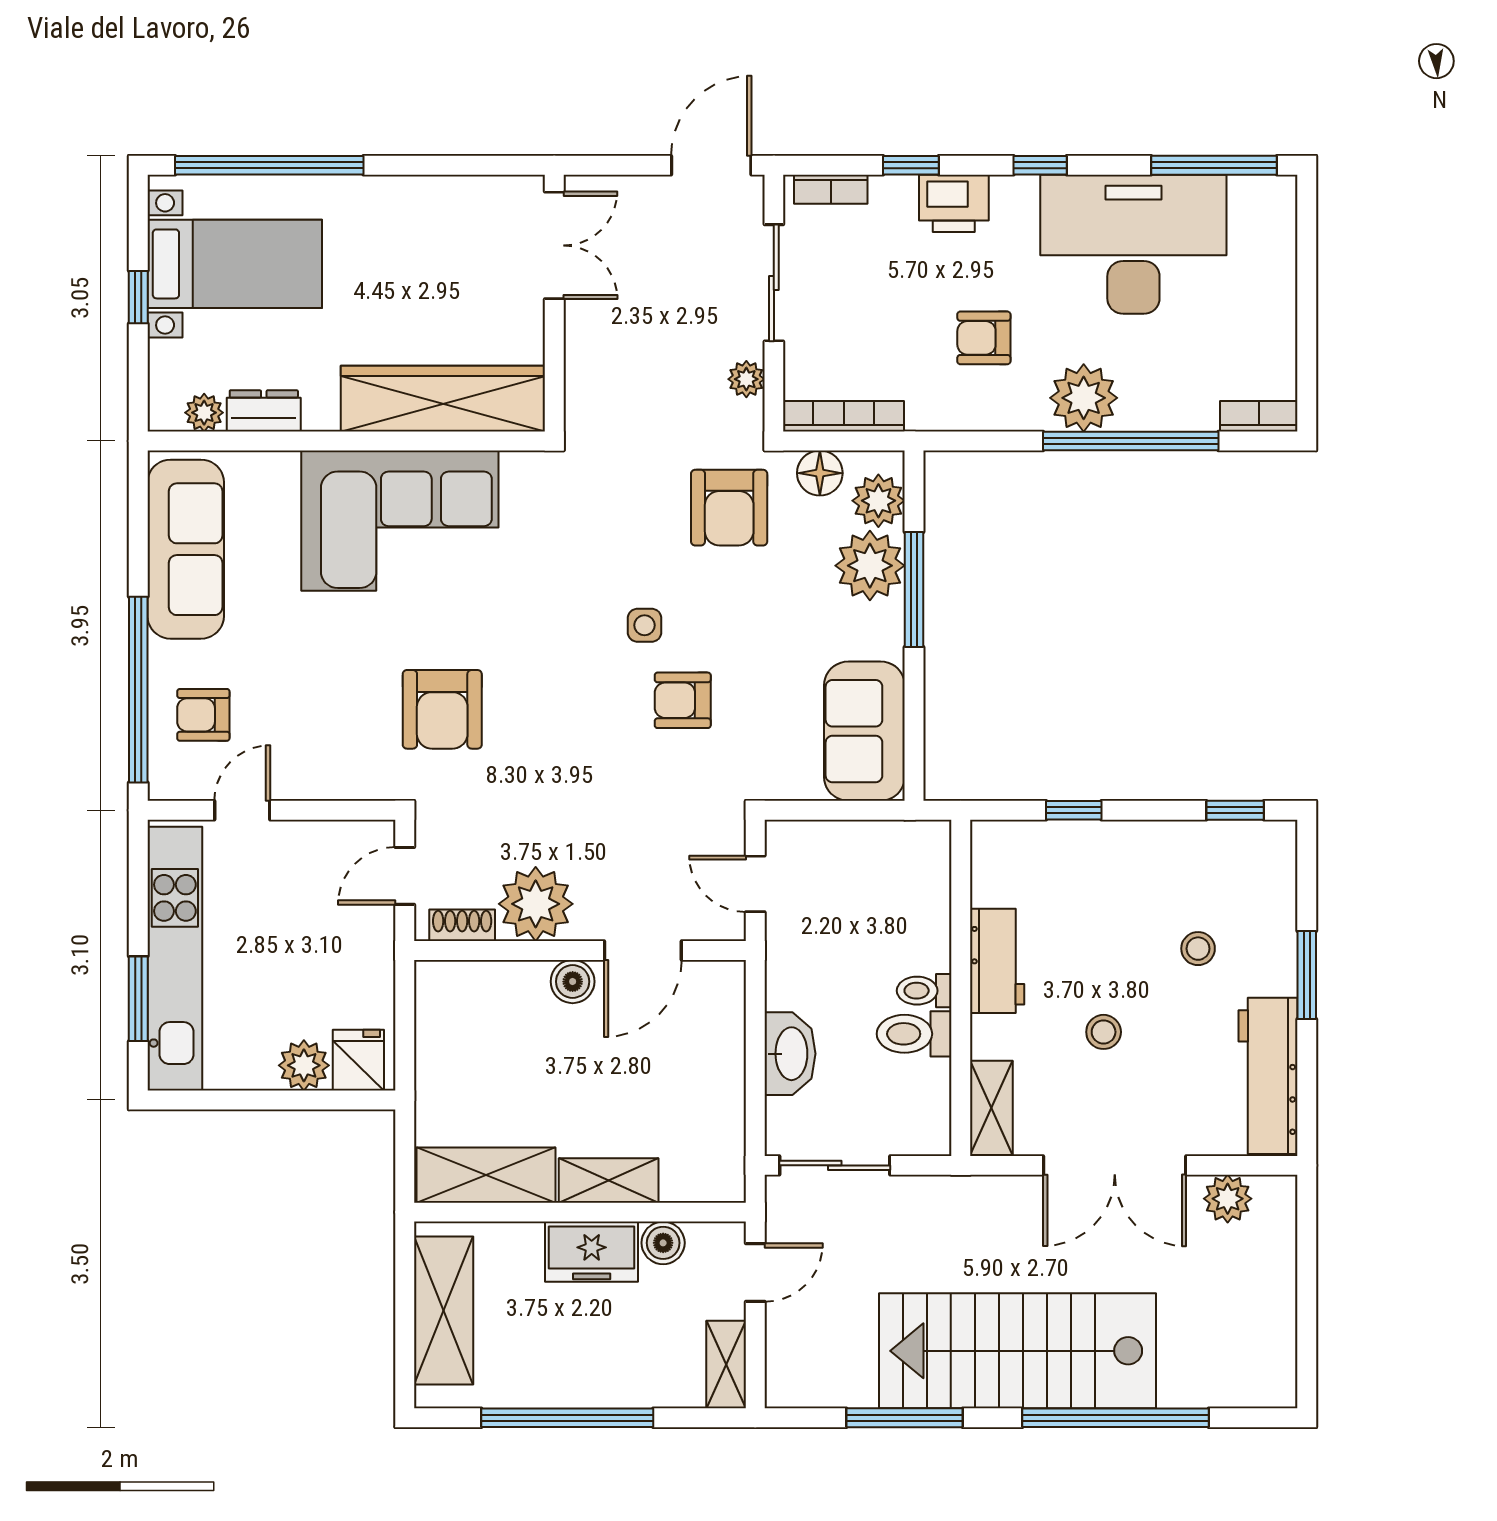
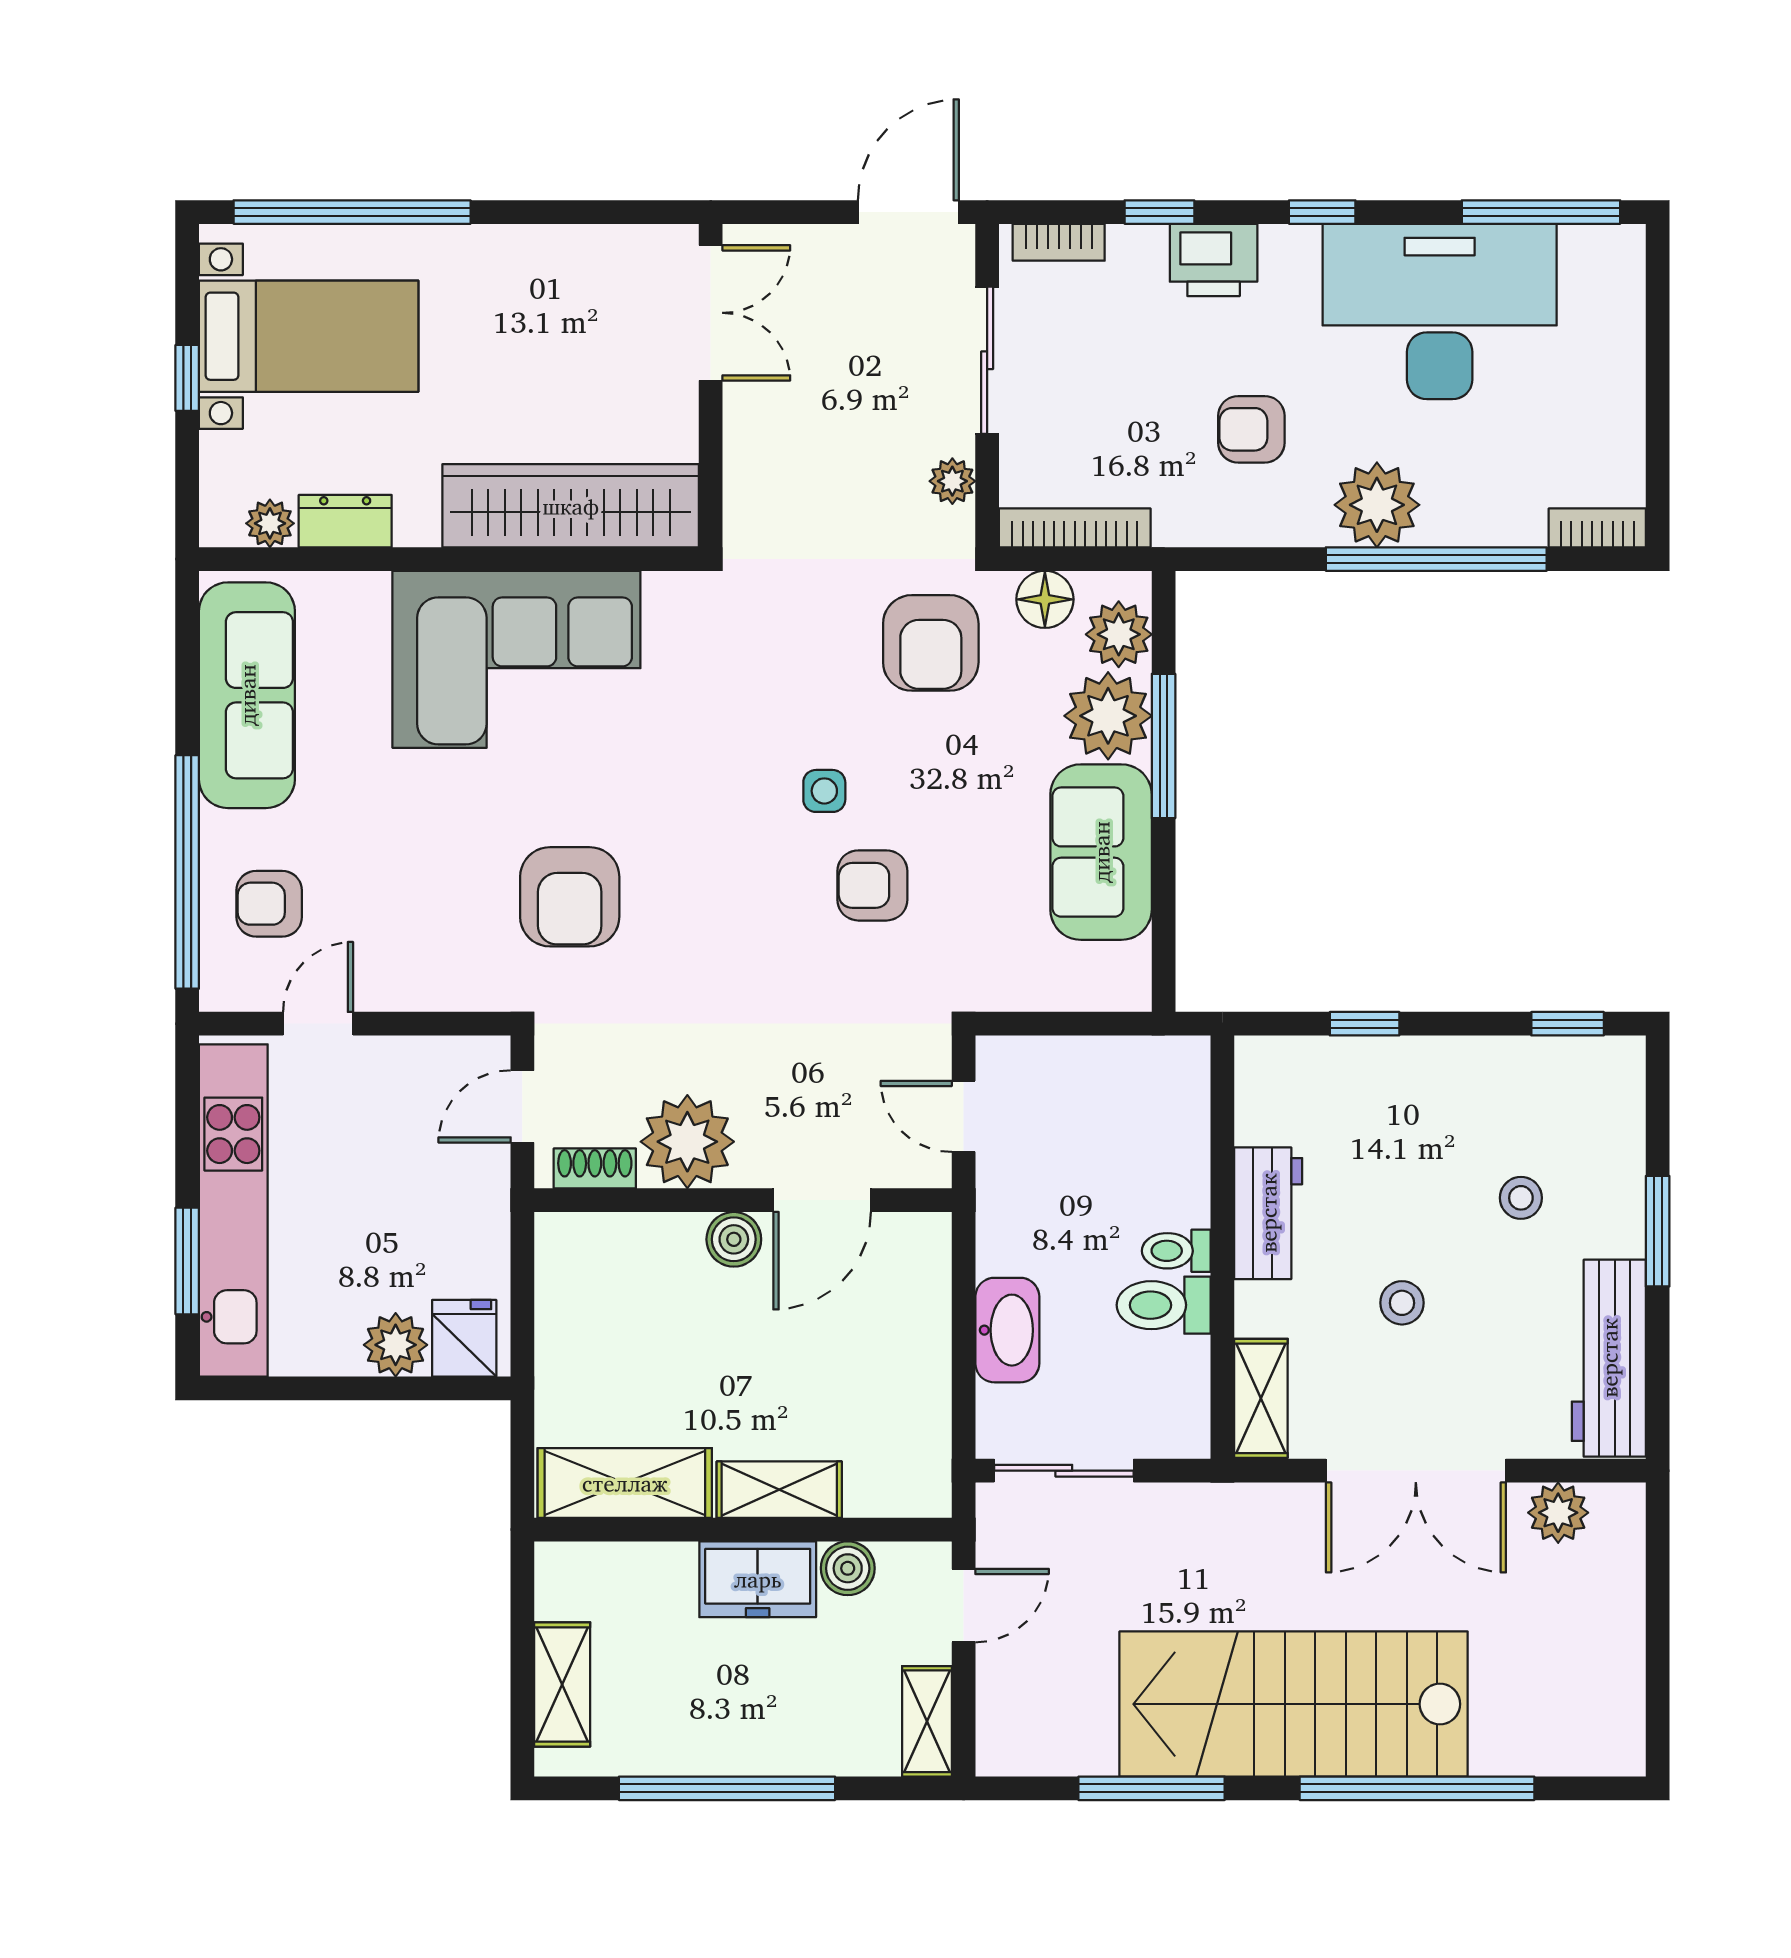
sofa: (864, 731) -> (1101, 852), moved
shelving: (444, 1311) -> (562, 1684), width x0.67, depth x0.75

